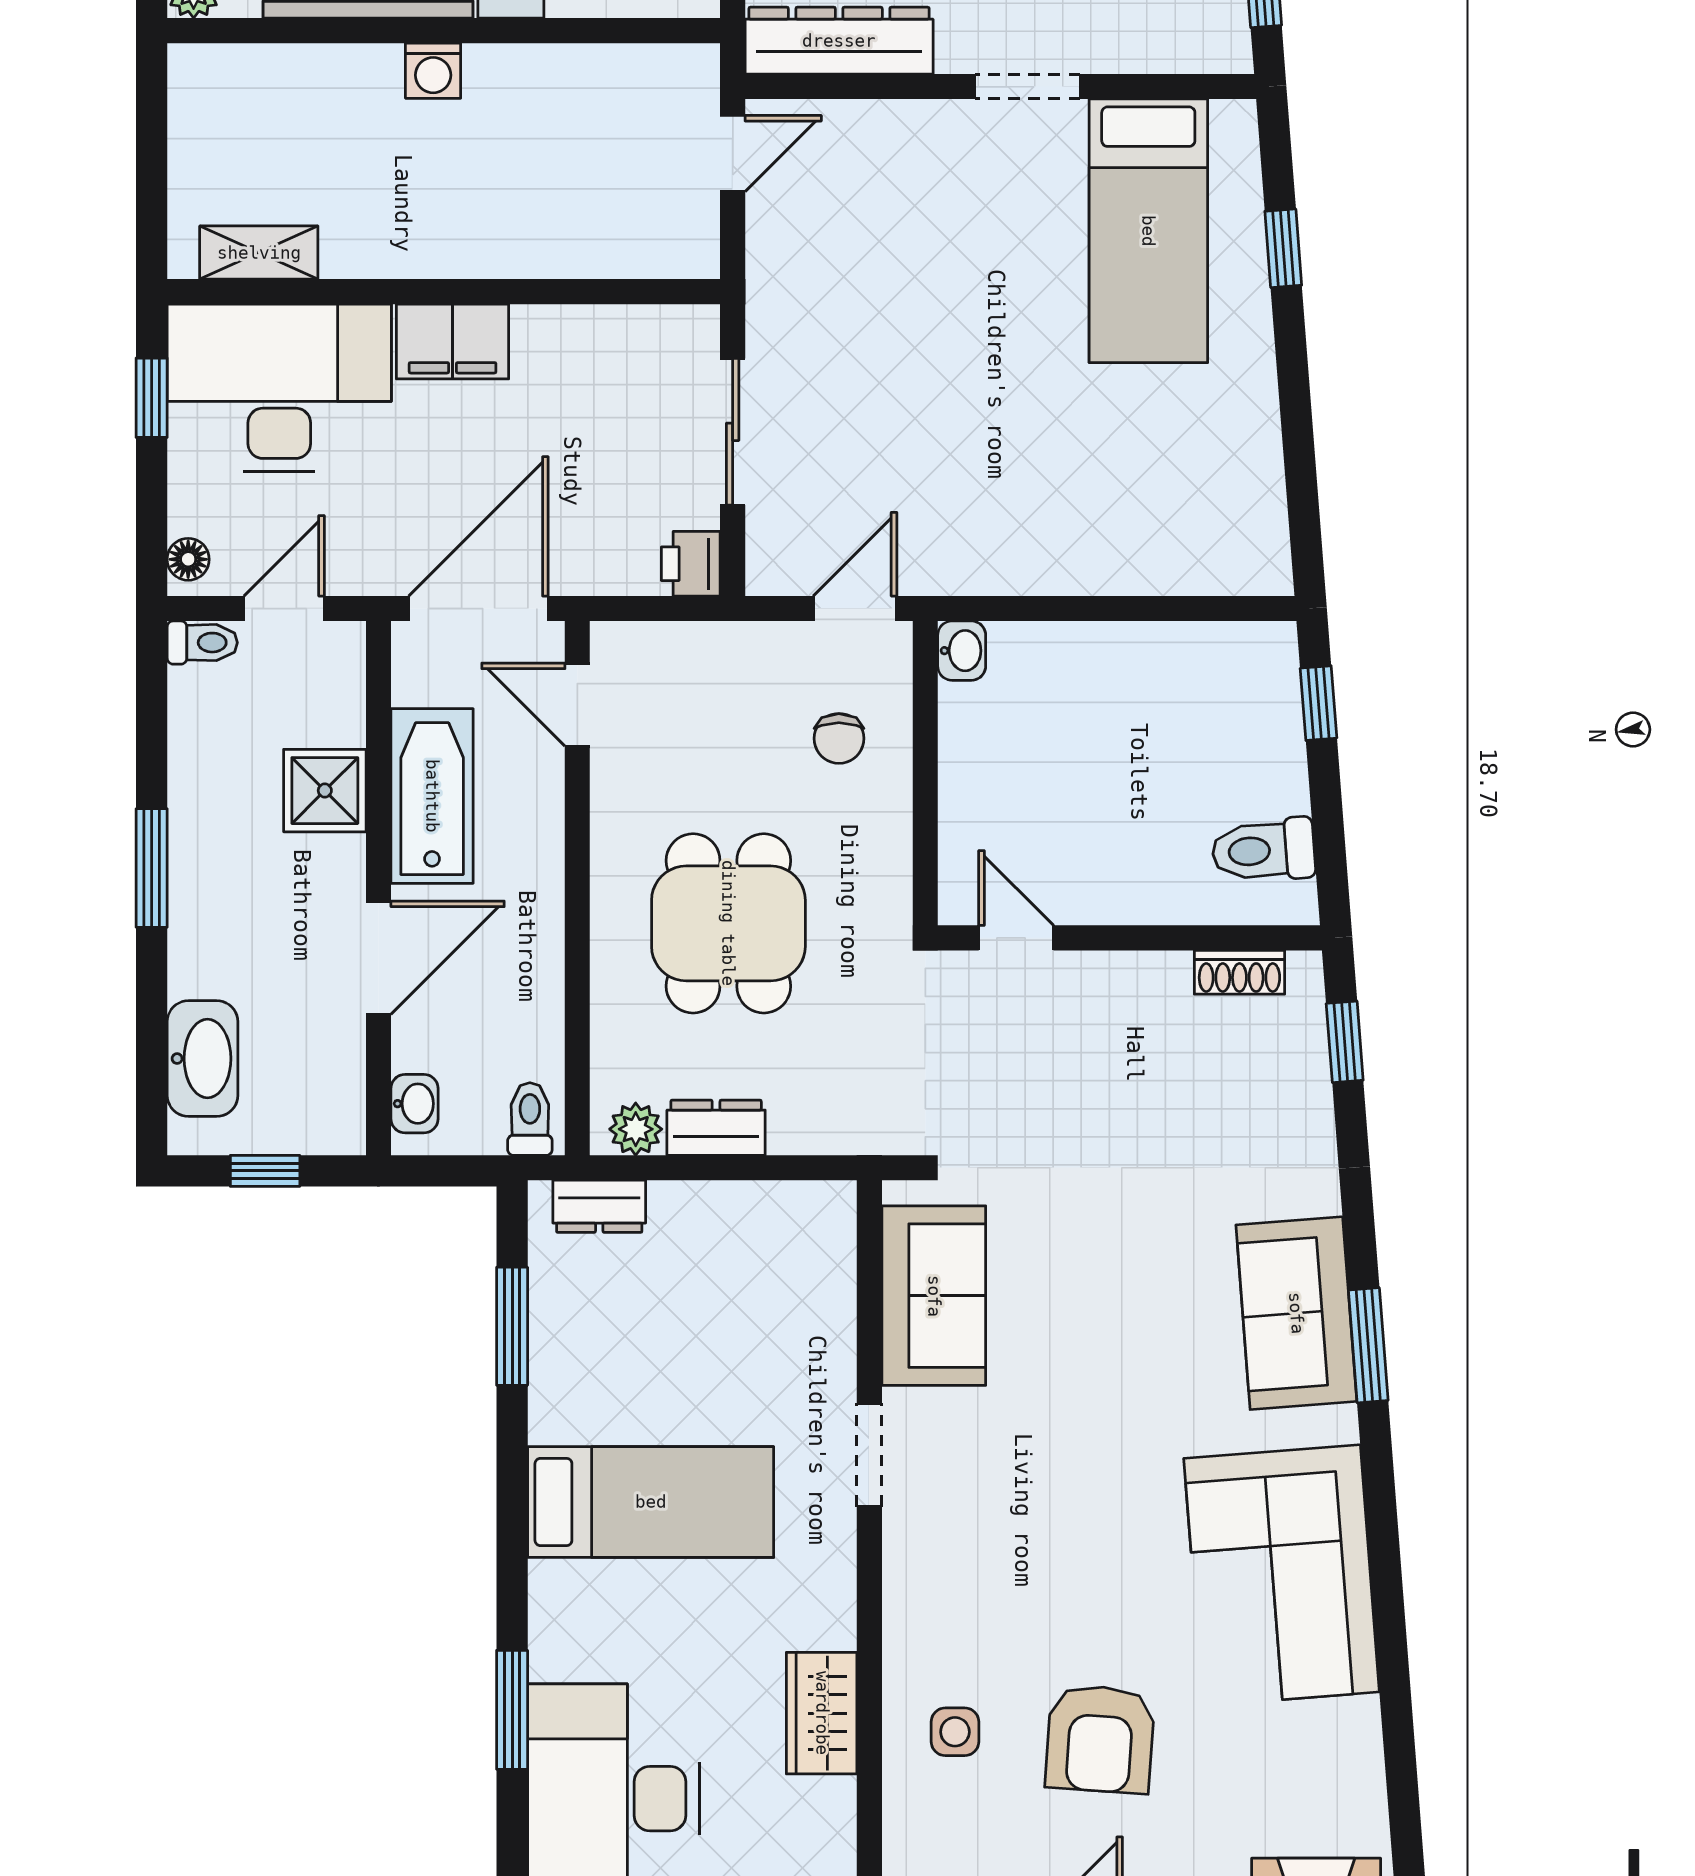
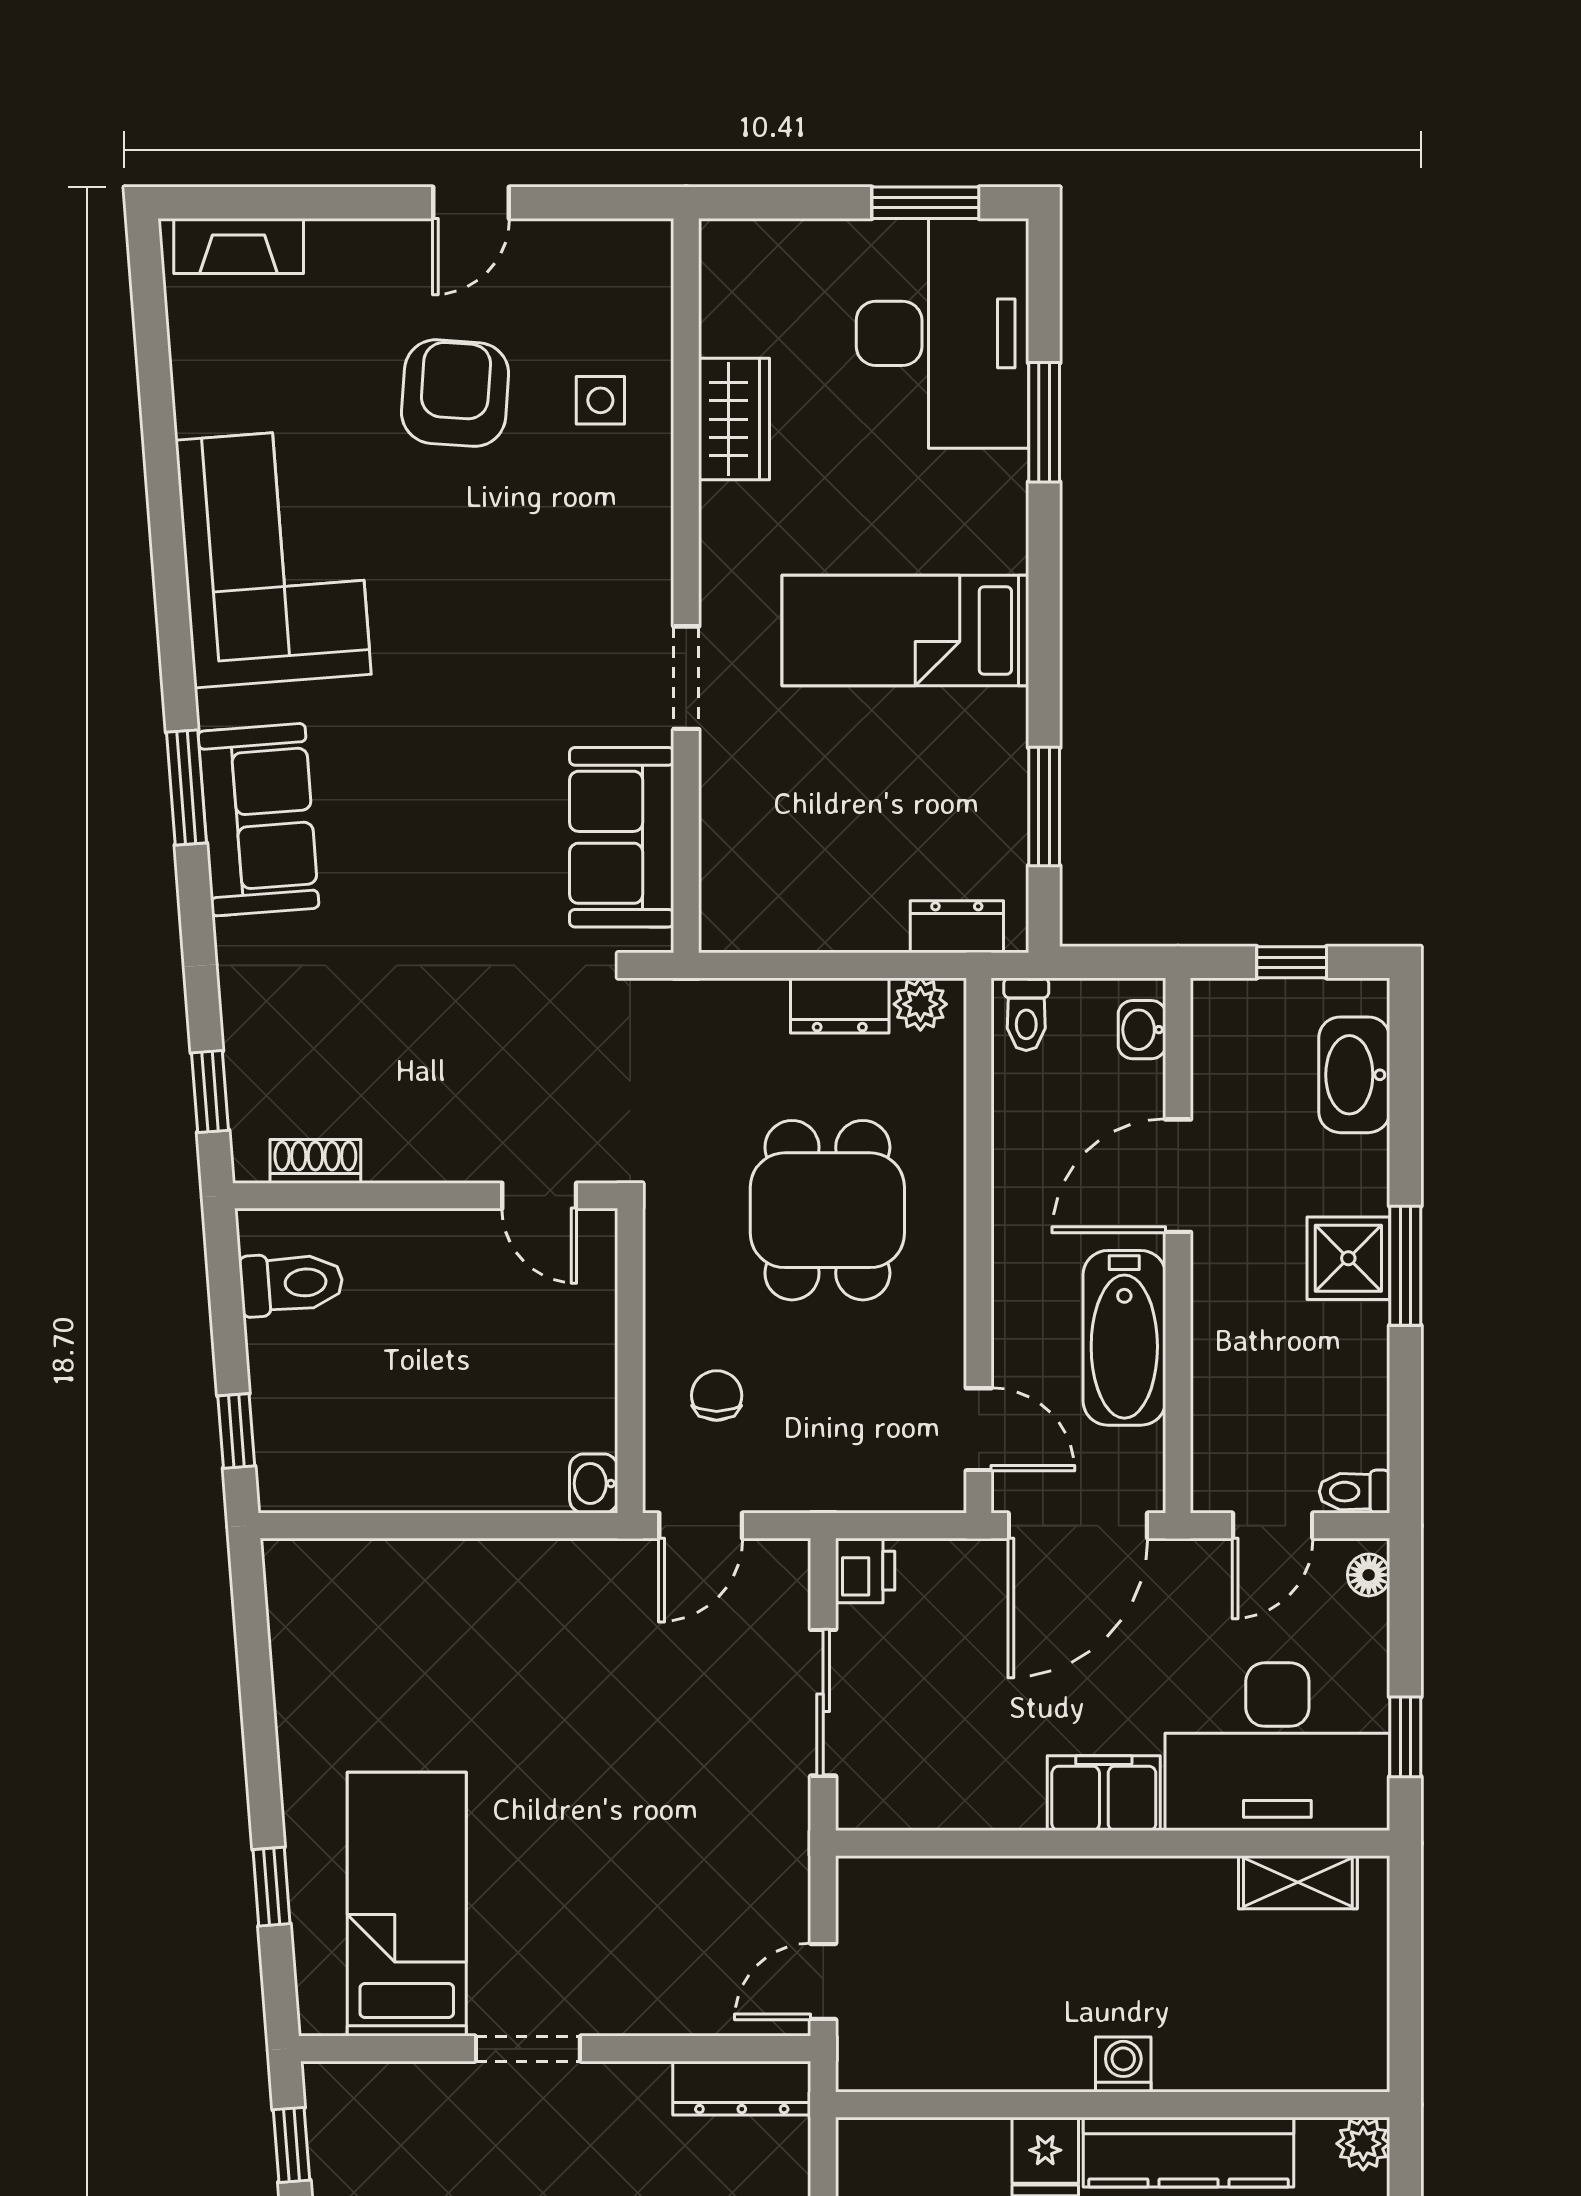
dresser: (839, 41) -> (742, 2088), width x0.73, depth x0.80
shower: (325, 791) -> (1348, 1258), moved

